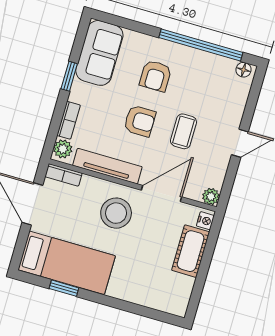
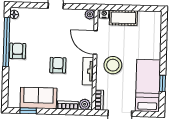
sofa: (99, 53) -> (38, 98), moved
window: (69, 76) -> (28, 111), moved
armchair: (156, 76) -> (18, 51), moved, turned -90
coffee table: (183, 131) -> (57, 39), removed
tv unit: (107, 166) -> (88, 71), width x0.71

